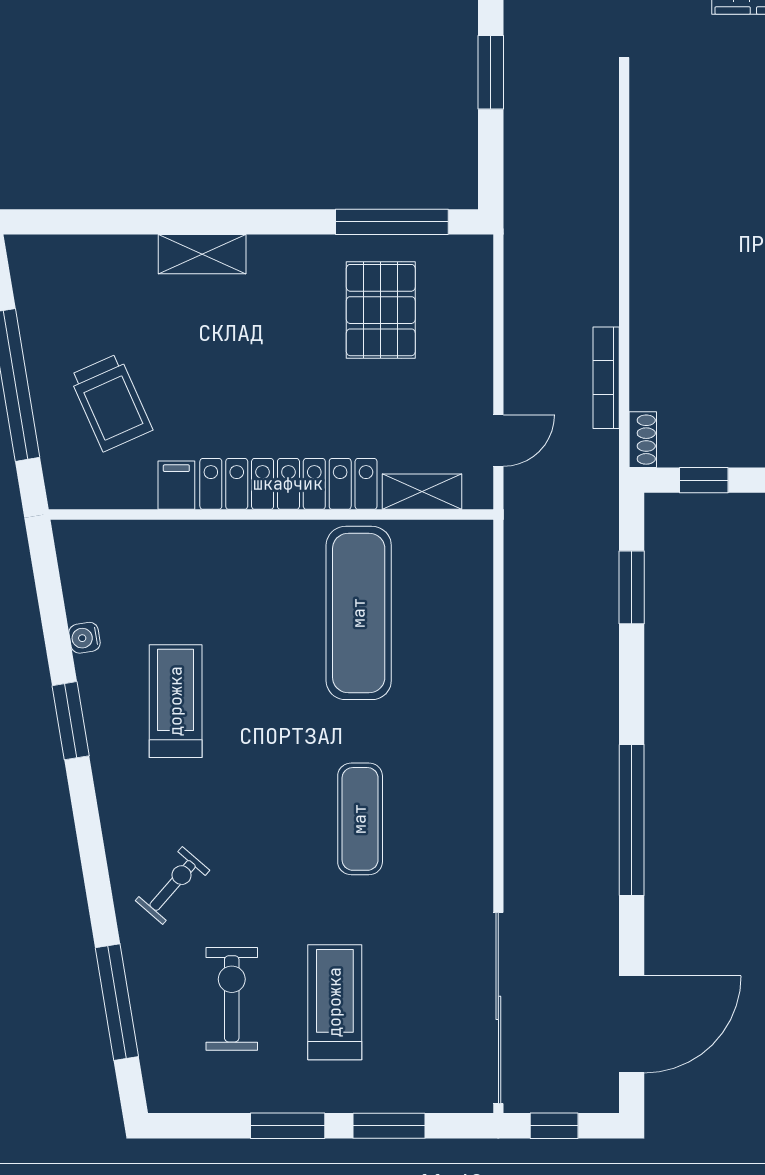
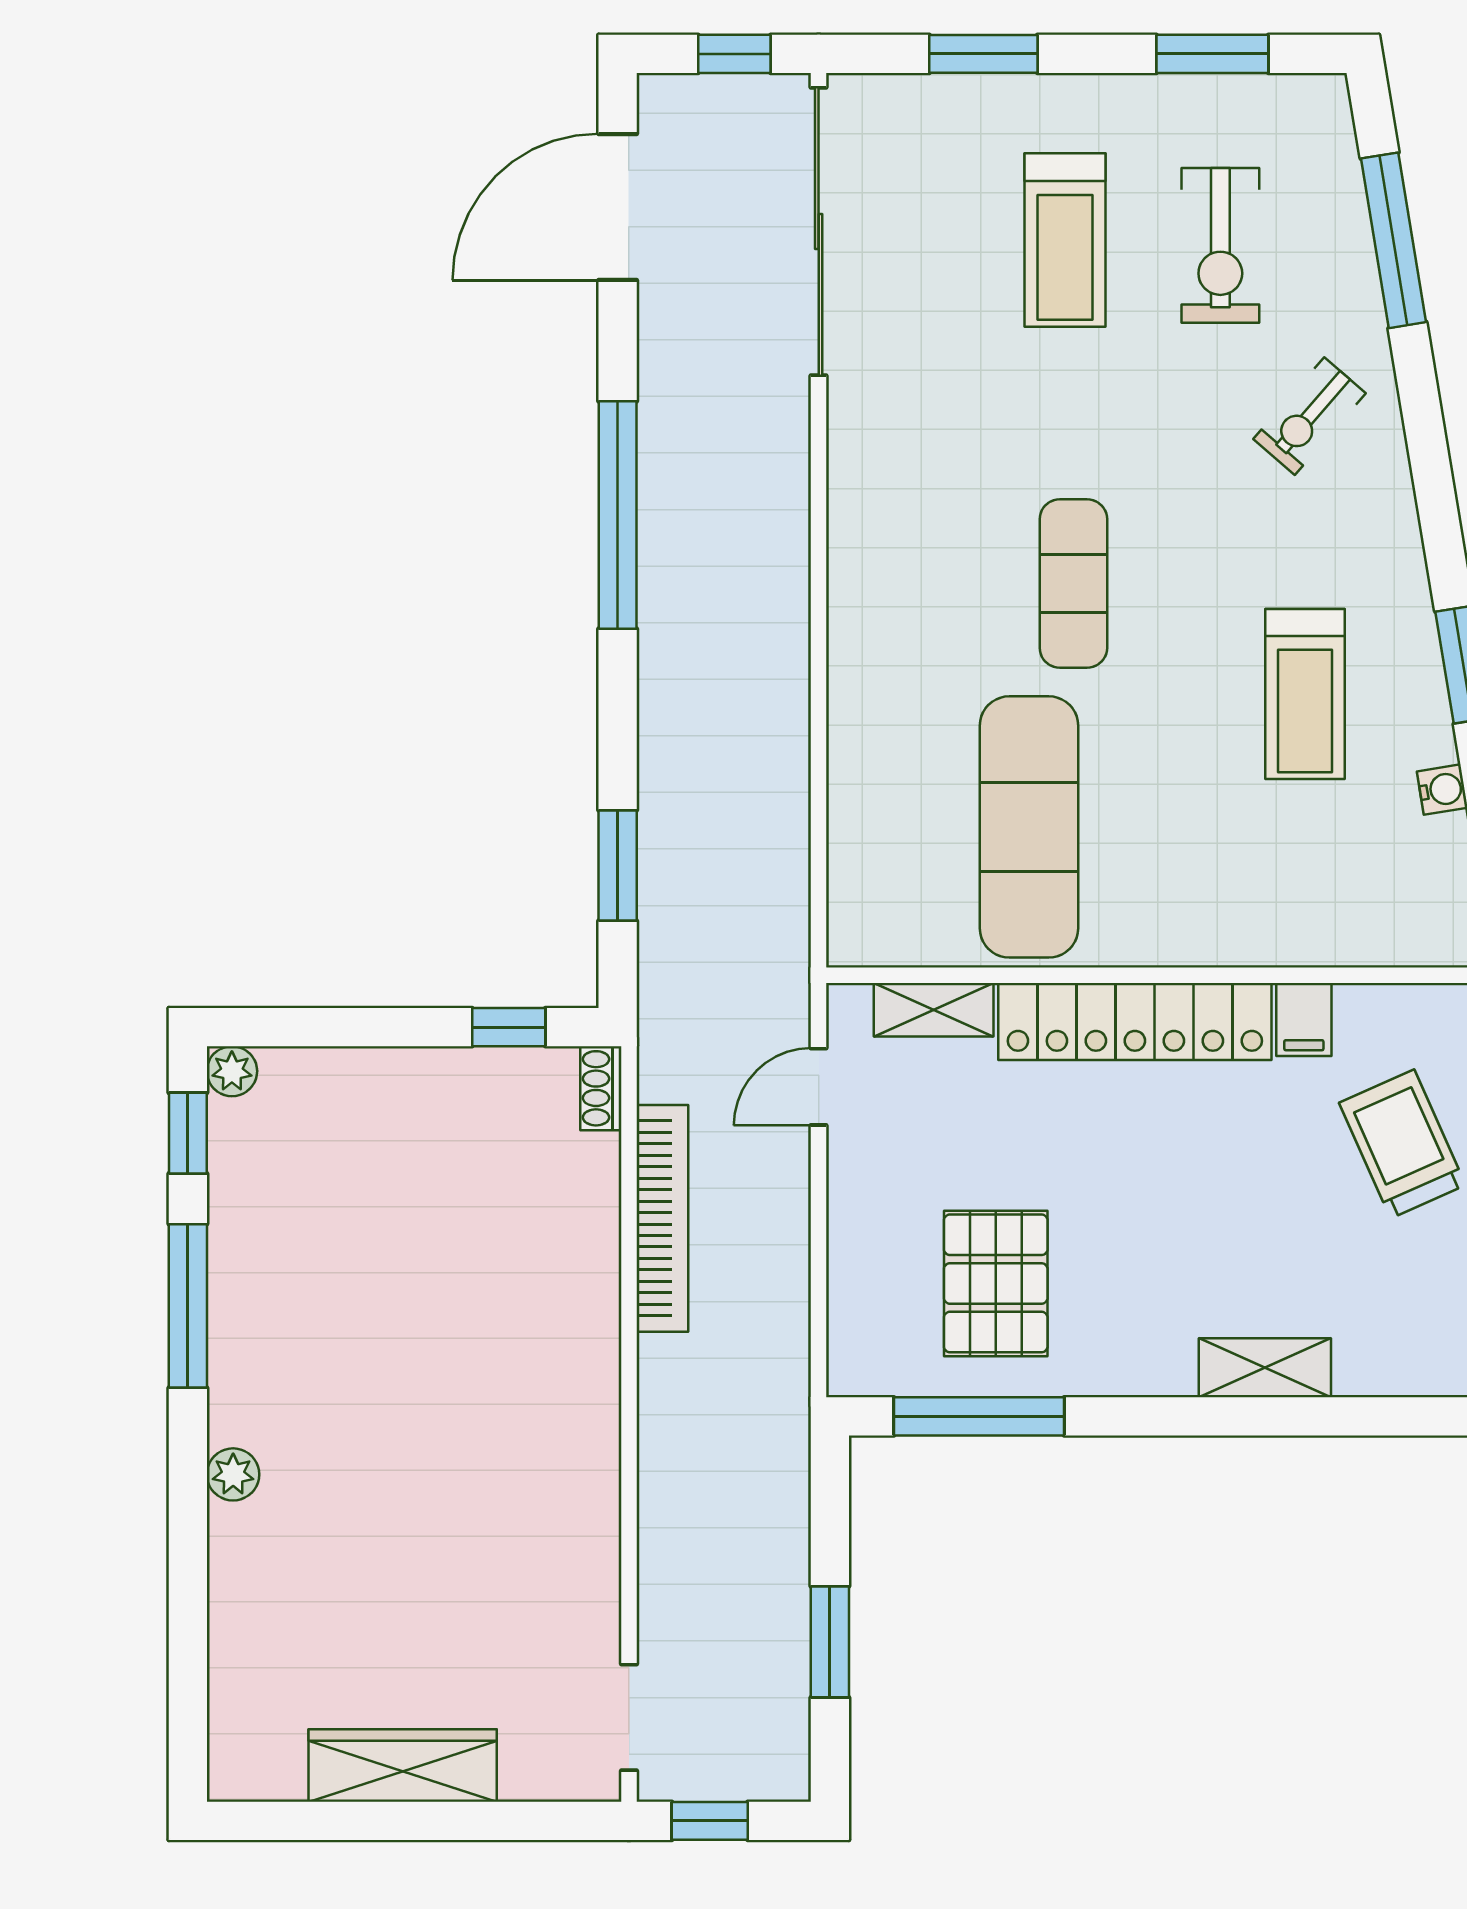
bookcase: (606, 378) -> (662, 1218), width x1.48, depth x1.31
exercise mat: (360, 819) -> (1073, 584), moved
window: (288, 1126) -> (1212, 54), moved

